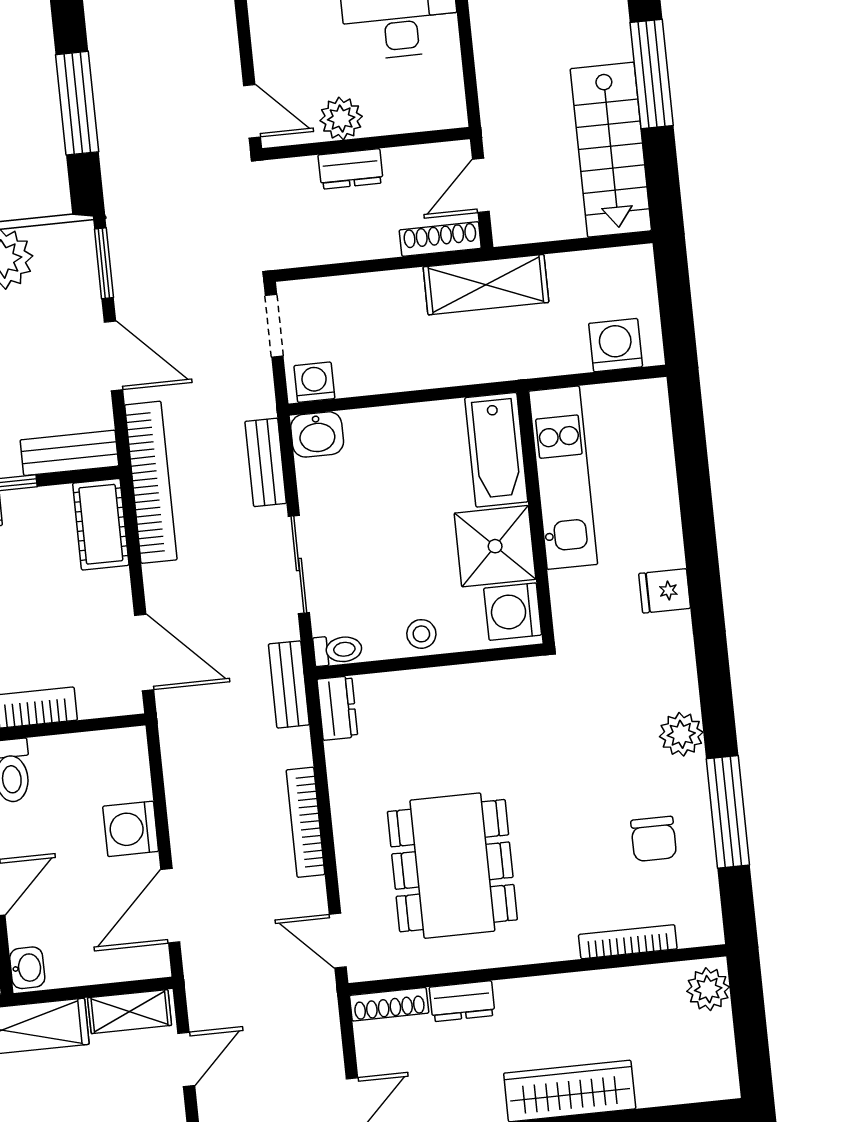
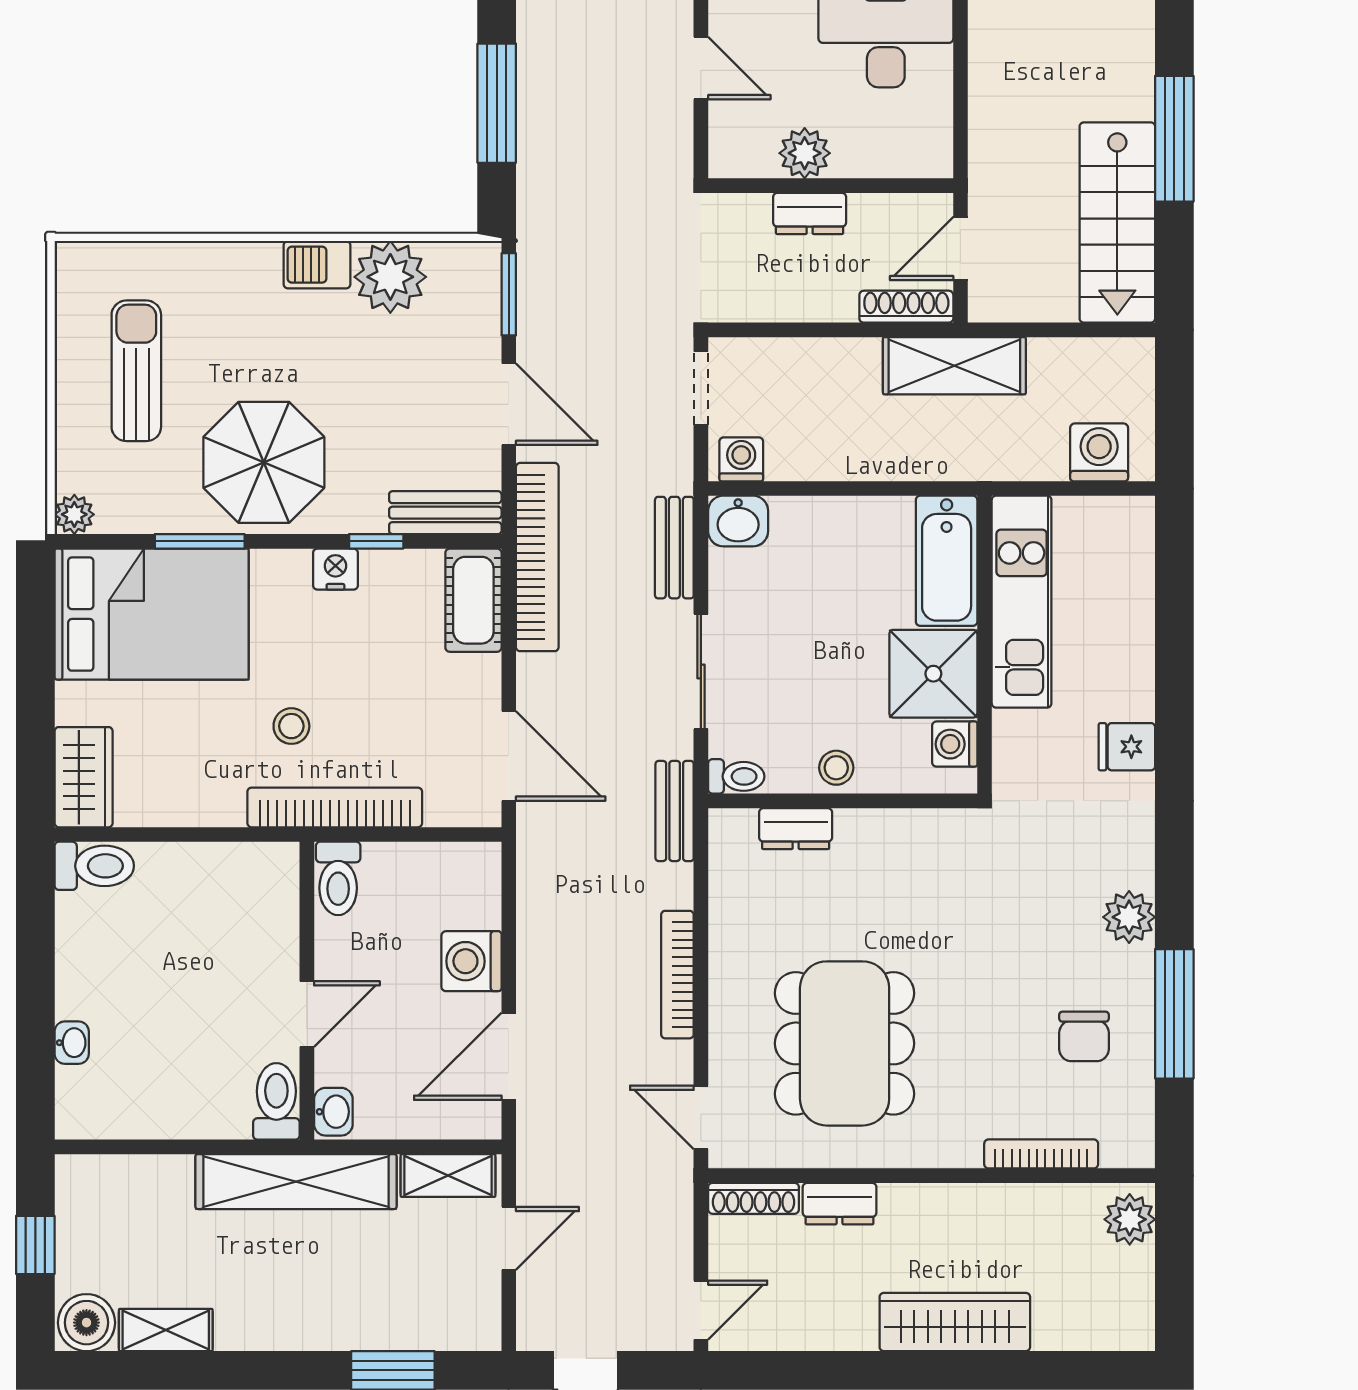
door: (252, 111) -> (701, 68), moved
washing machine: (513, 612) -> (955, 744), width x0.73, depth x0.73
dresser: (337, 708) -> (796, 829), moved, turned 90

